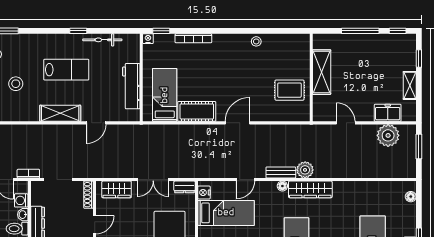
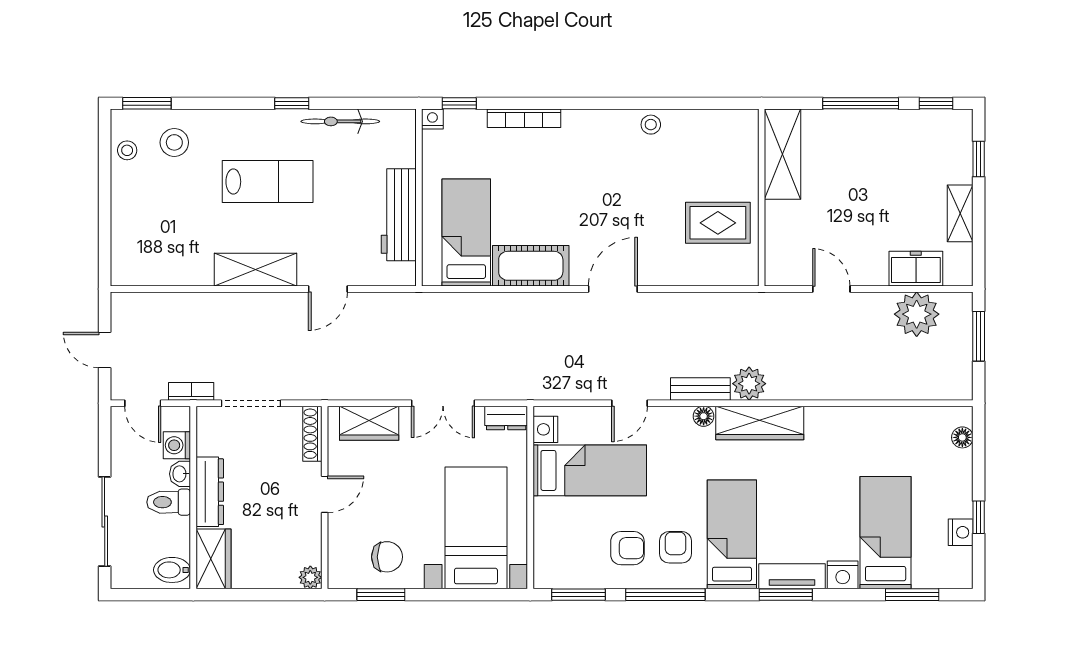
shelving: (322, 72) -> (783, 154), moved
stool: (16, 84) -> (174, 142), moved

